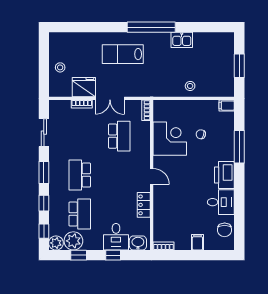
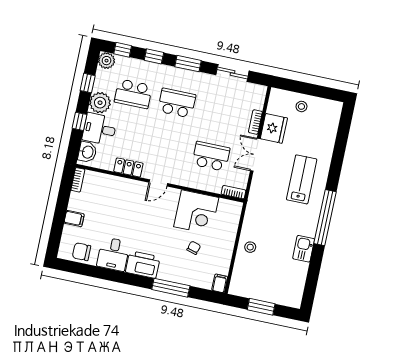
school desk: (119, 136) -> (211, 156), turned 180
plant: (73, 241) -> (100, 103), moved

